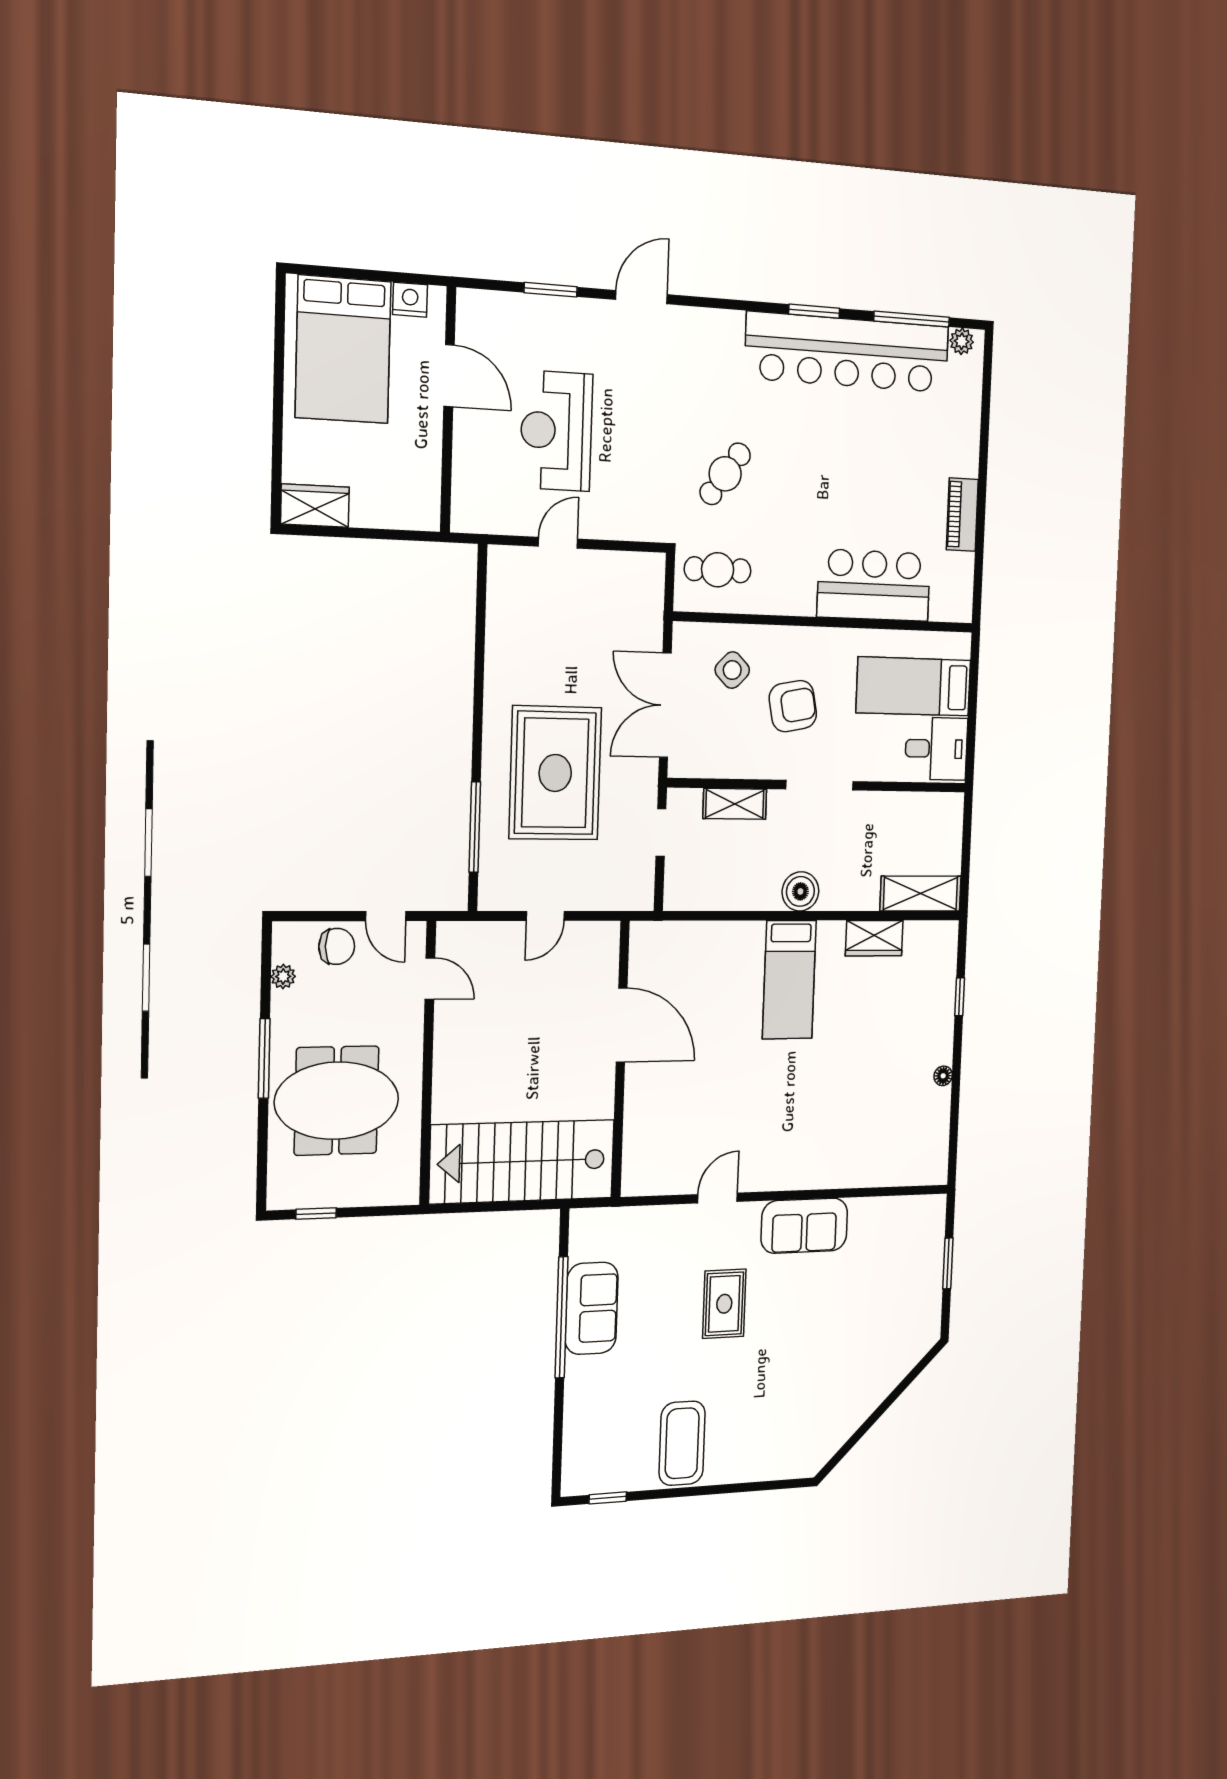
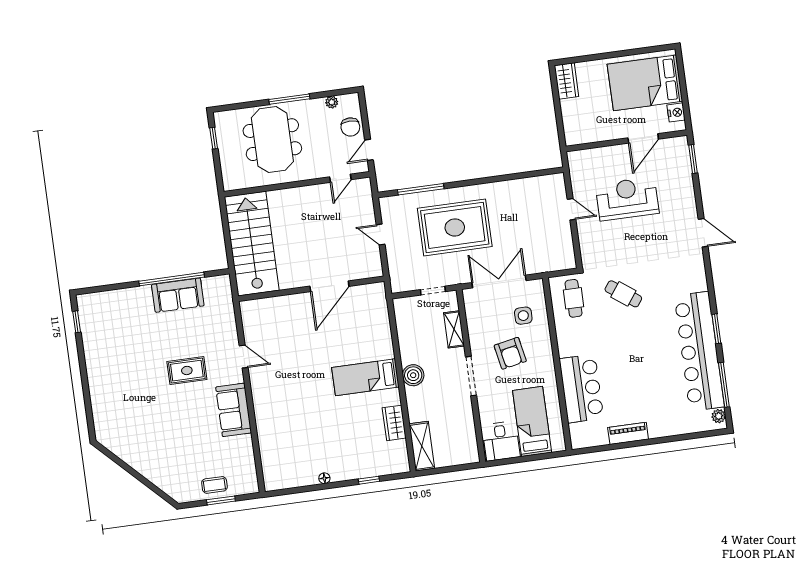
window: (551, 290) -> (693, 159), moved
side table: (732, 670) -> (523, 316), turned 45
coffee table: (682, 1443) -> (214, 485), moved, width x0.54, depth x0.58

